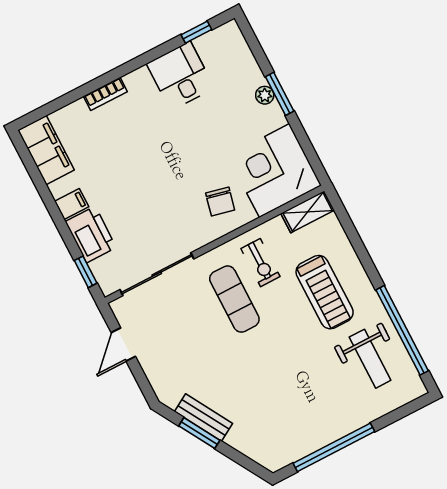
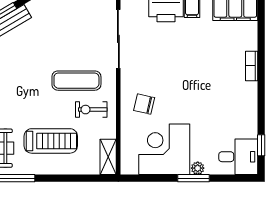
desk: (180, 76) -> (238, 157), moved
corner desk: (275, 171) -> (164, 149), moved, turned -90
treadmill: (325, 292) -> (51, 141), turned 180

